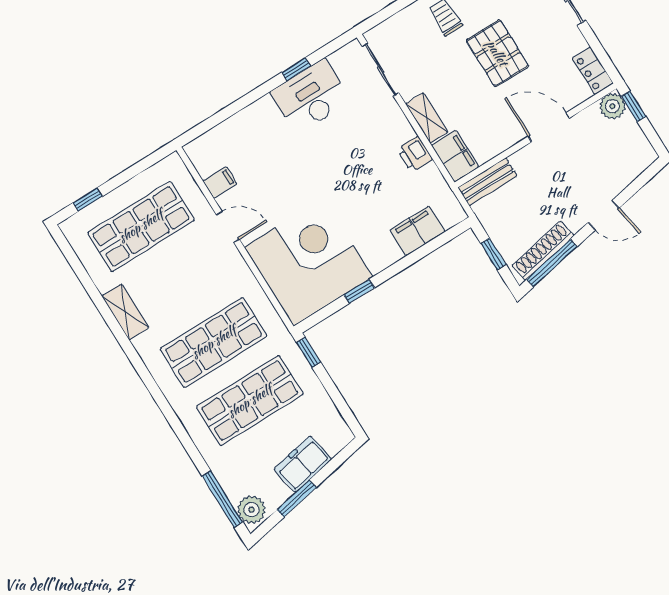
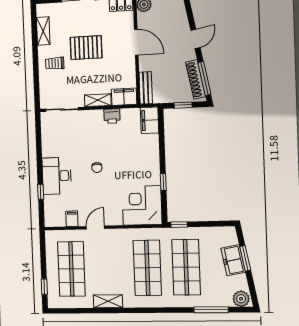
window: (296, 69) -> (41, 192), moved
desk: (311, 96) -> (57, 176), moved
door: (549, 127) -> (136, 42), swing flipped
chair: (322, 176) -> (97, 168), added
filing cabinet: (418, 231) -> (150, 120), moved
corner desk: (308, 262) -> (142, 205), width x0.74, depth x0.74
window: (222, 499) -> (211, 310), moved
window: (297, 499) -> (245, 258), moved

